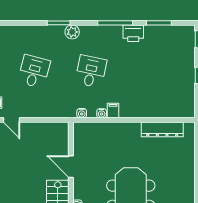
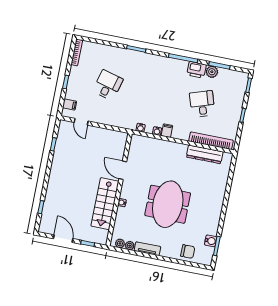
plant: (72, 32) -> (212, 72), moved
desk: (91, 71) -> (202, 104), moved, turned -30
bookcase: (166, 112) -> (211, 141), added

